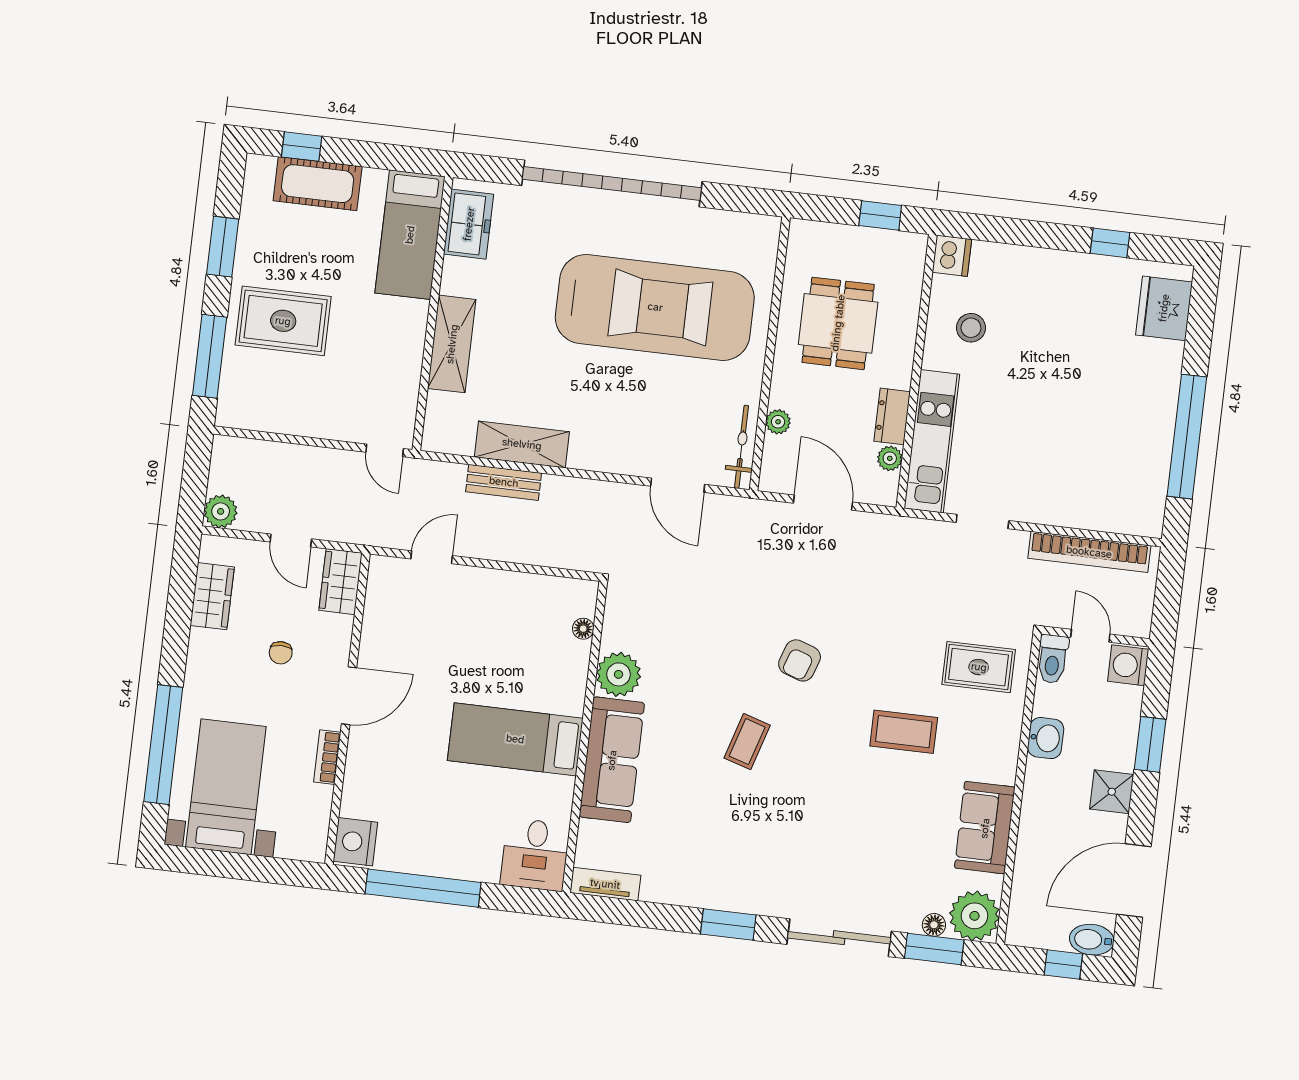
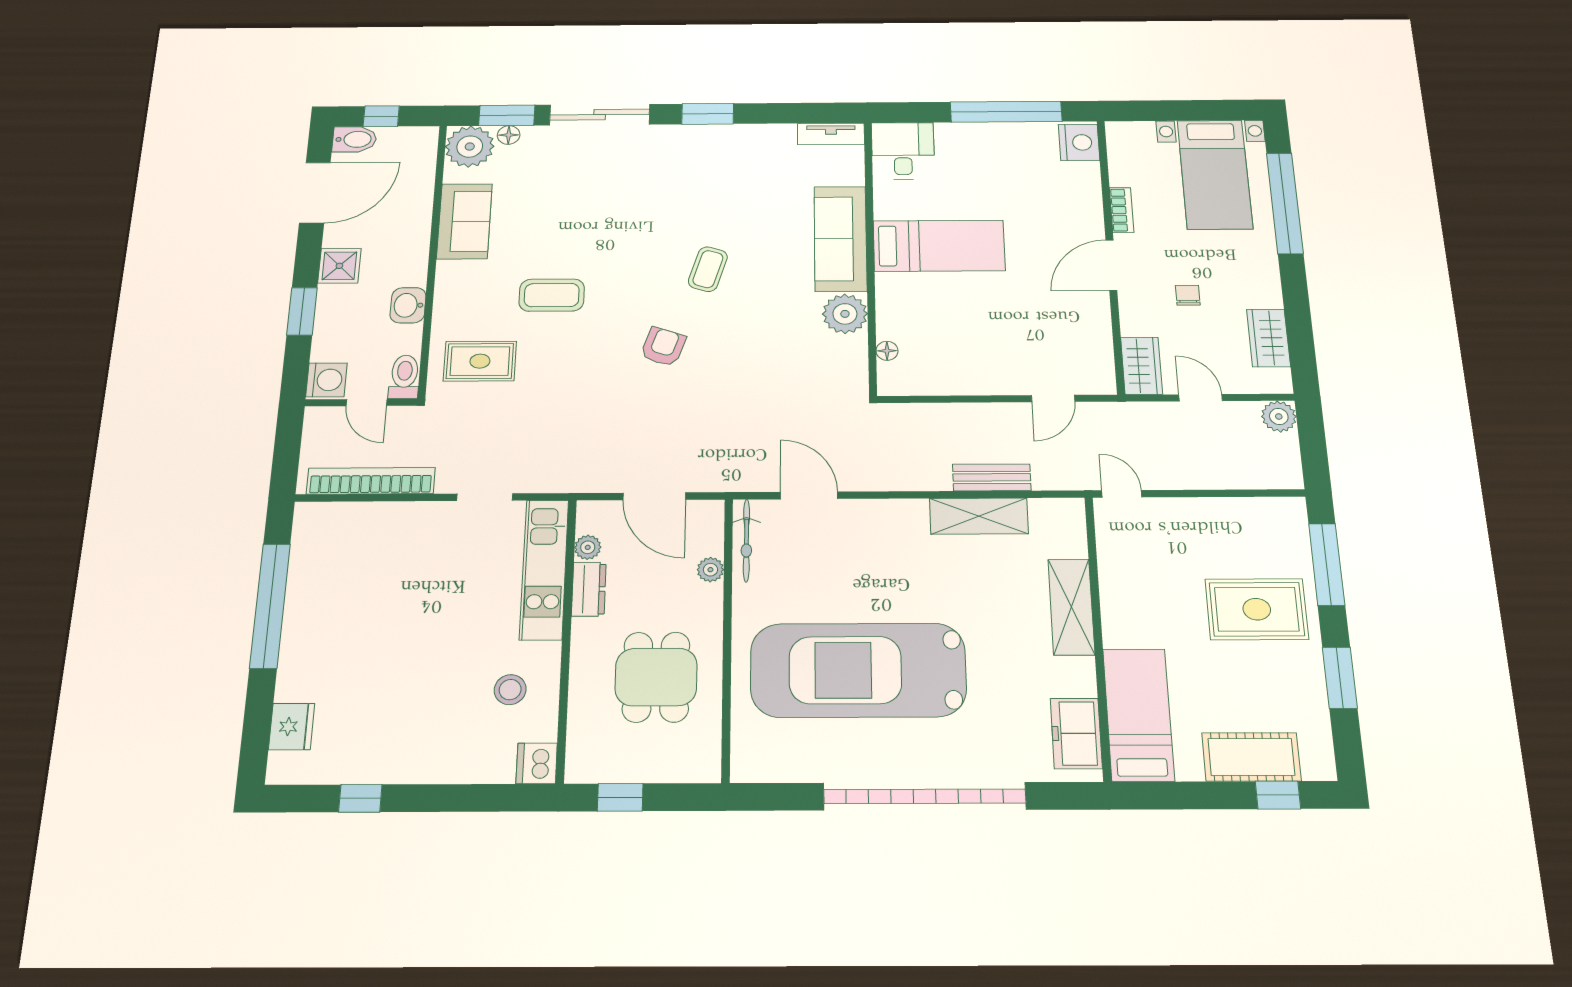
fridge: (1164, 308) -> (292, 727), width x0.73, depth x0.75

